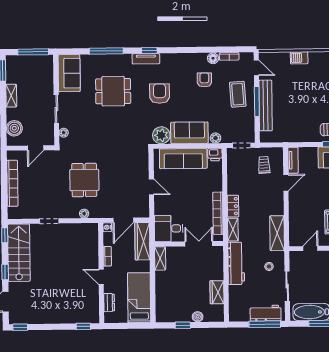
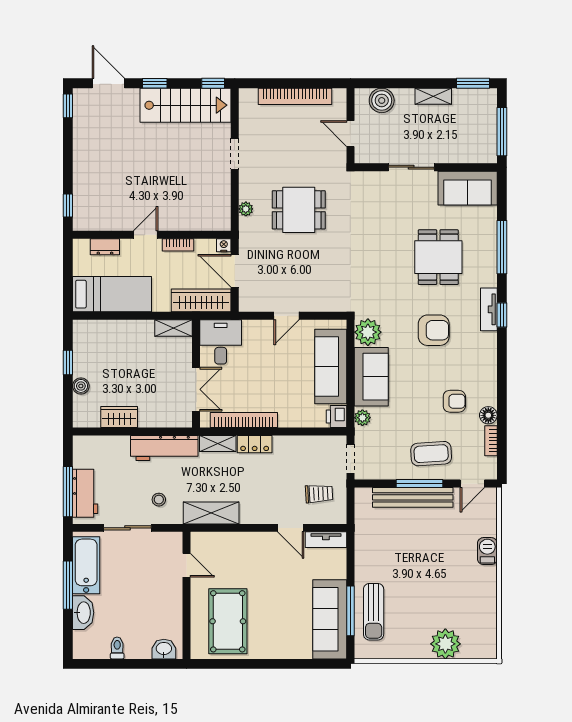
plant: (64, 133) -> (374, 178), removed

